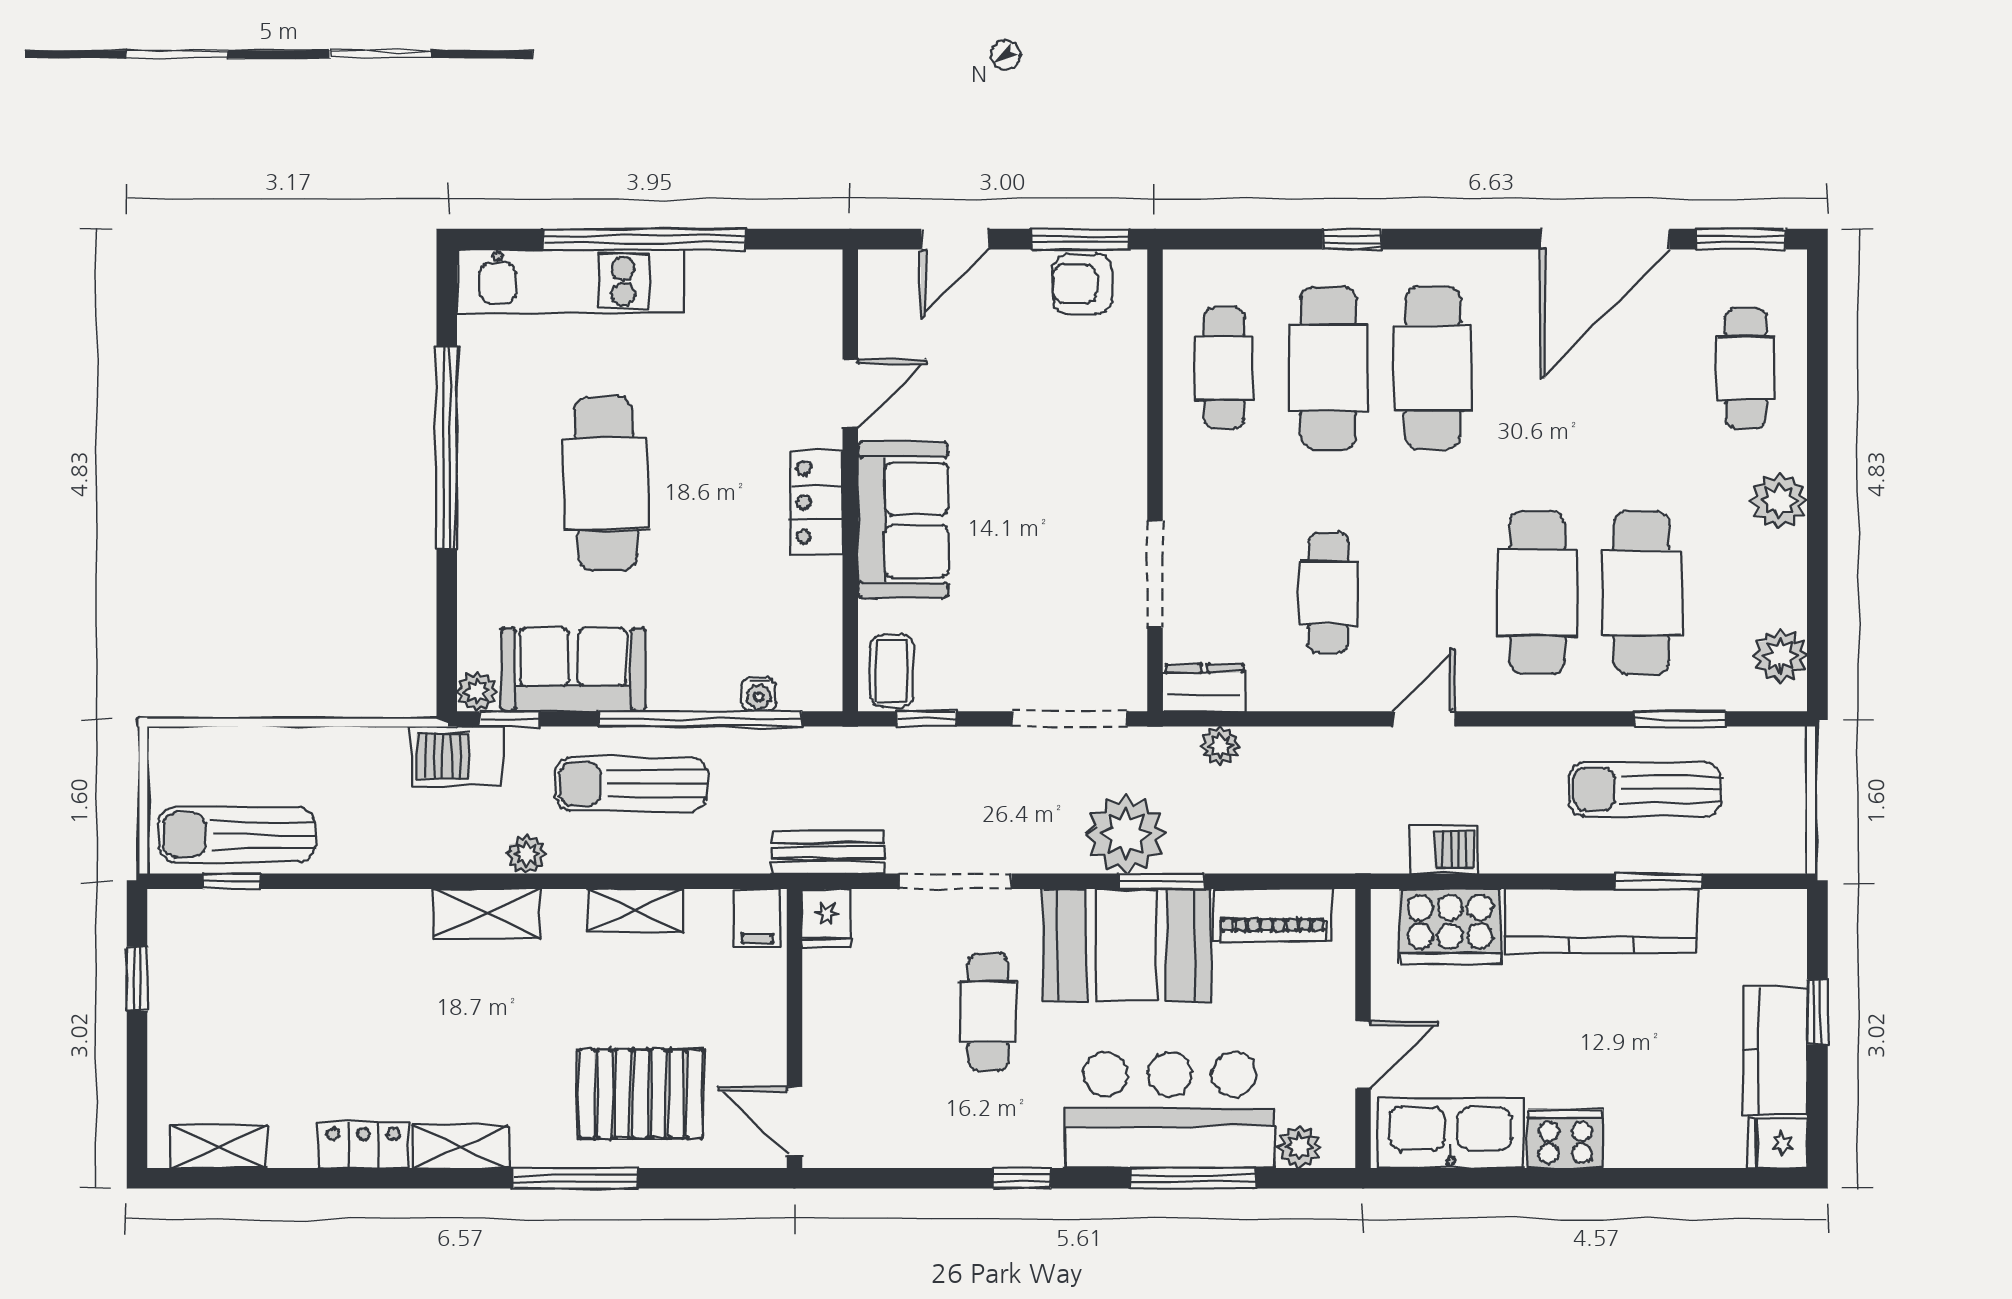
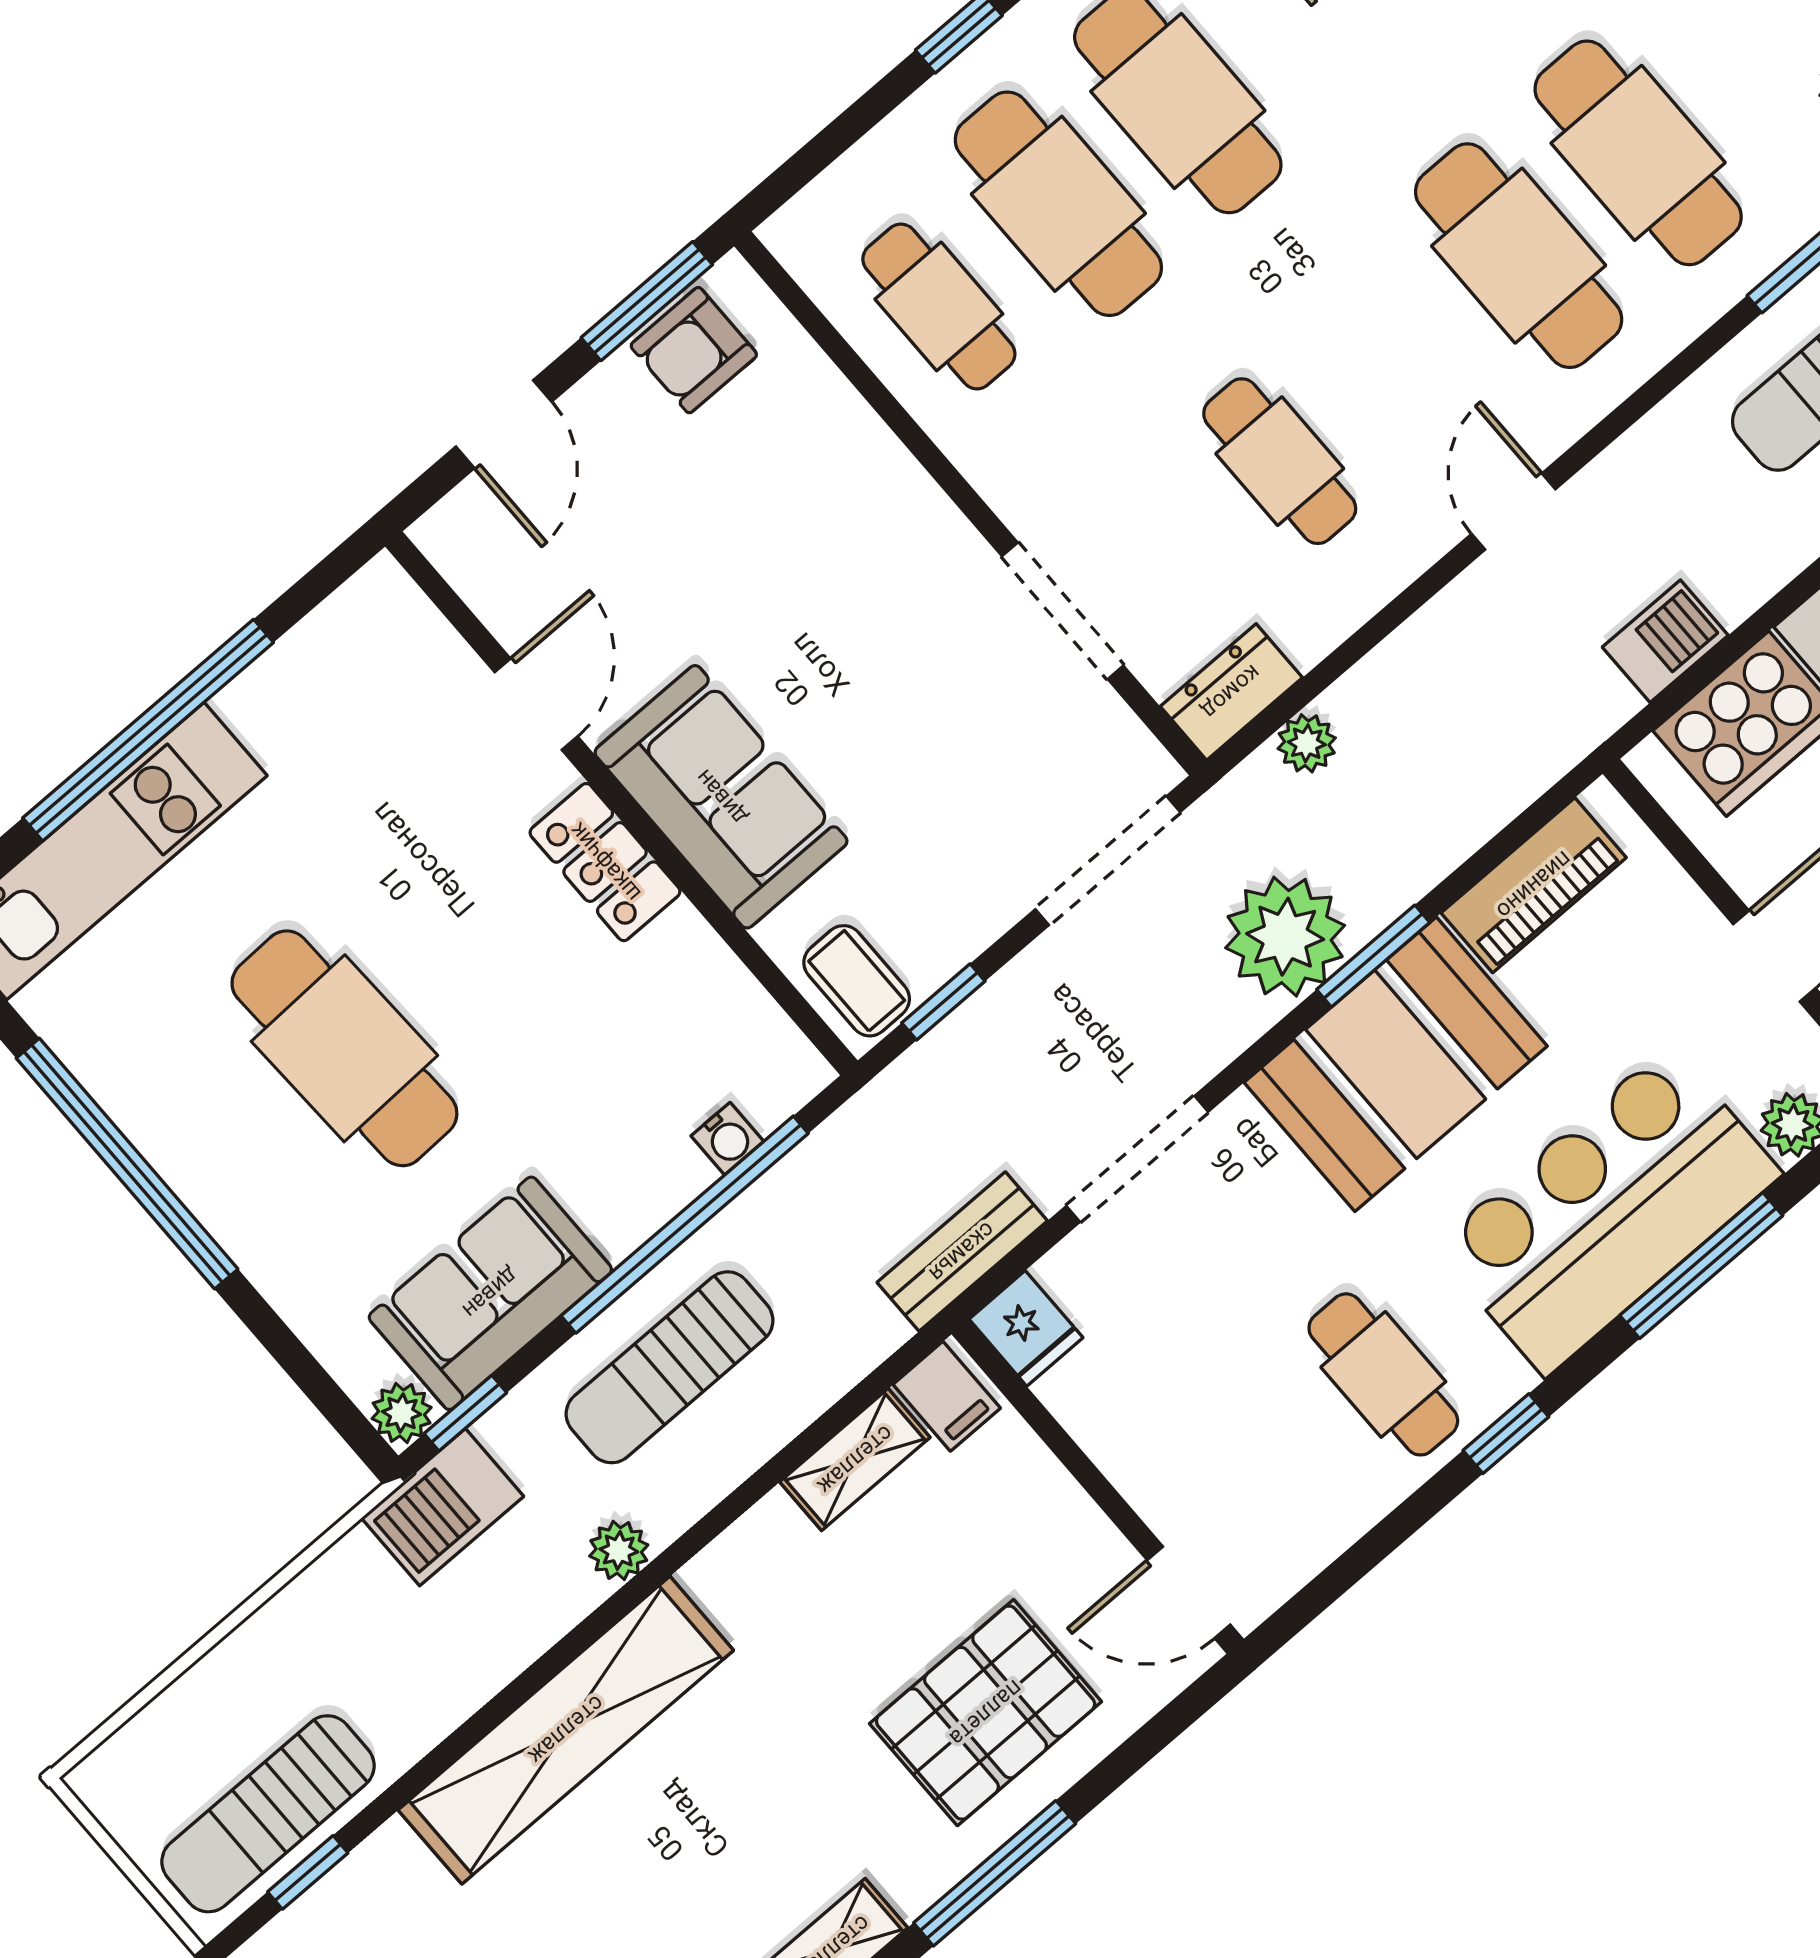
shelving: (636, 910) -> (855, 1460), moved
shelving: (487, 913) -> (566, 1730), width x2.20, depth x1.33
cafe table: (988, 1012) -> (1383, 1374), moved

